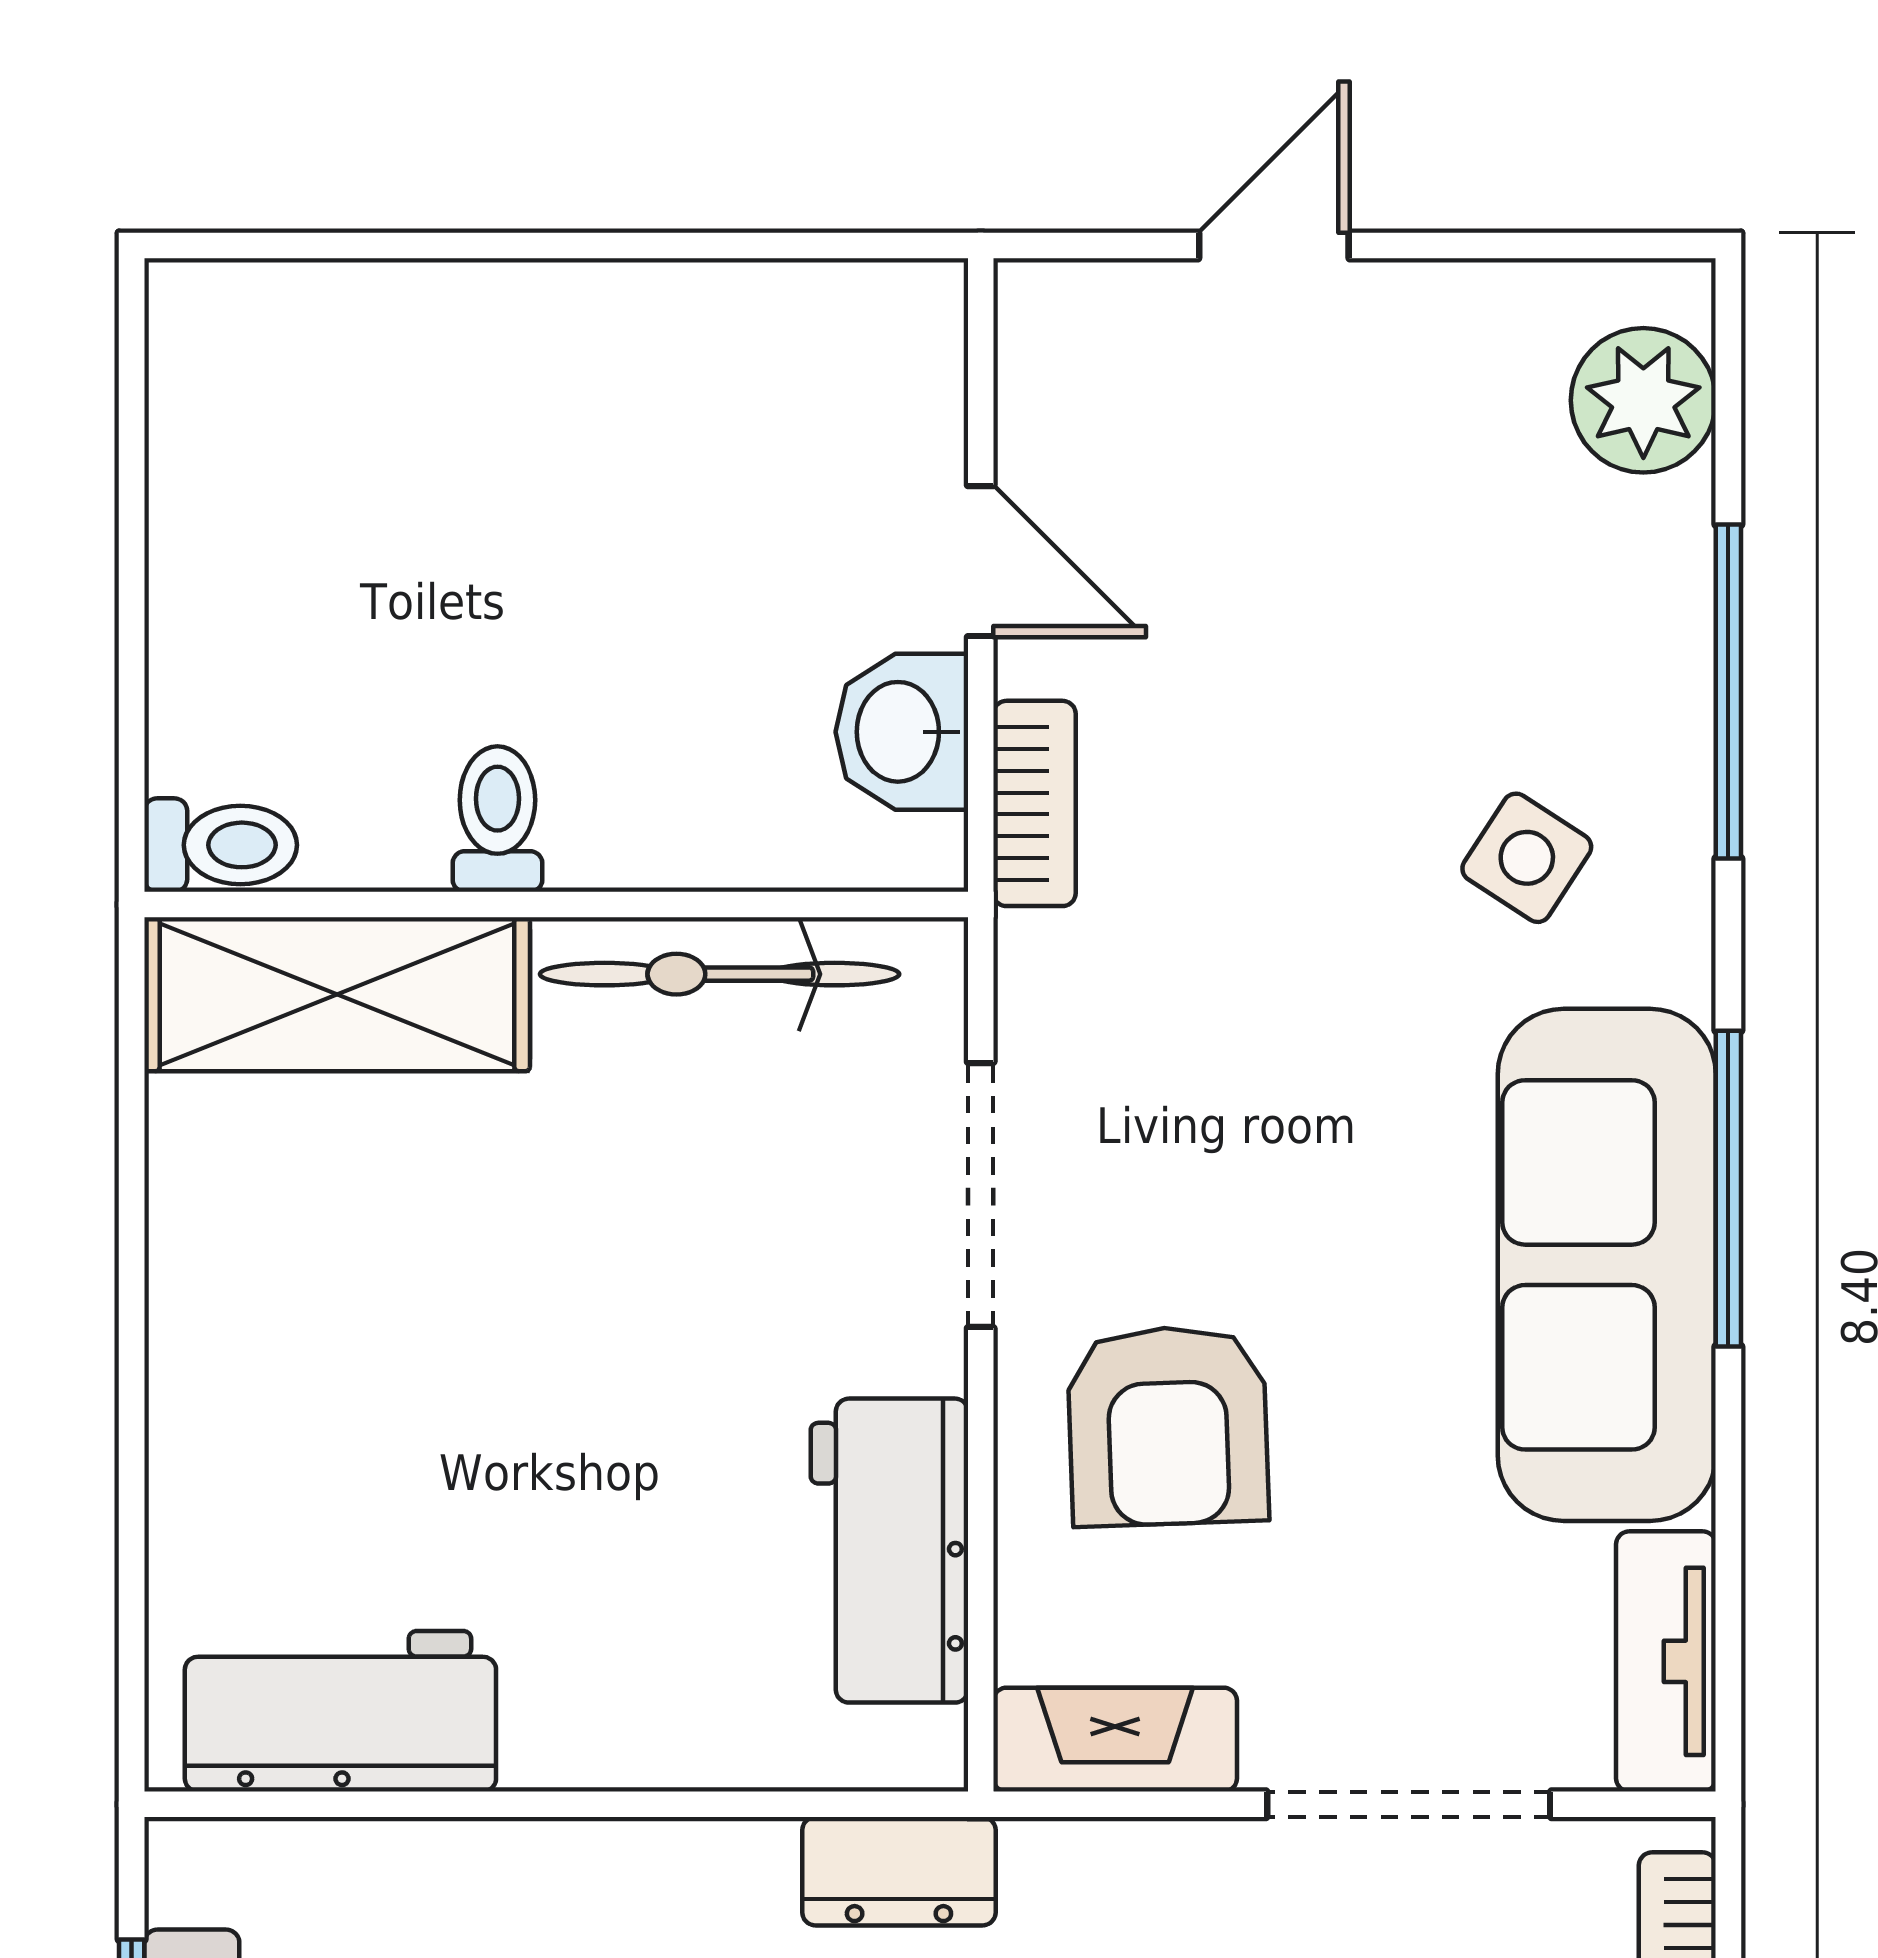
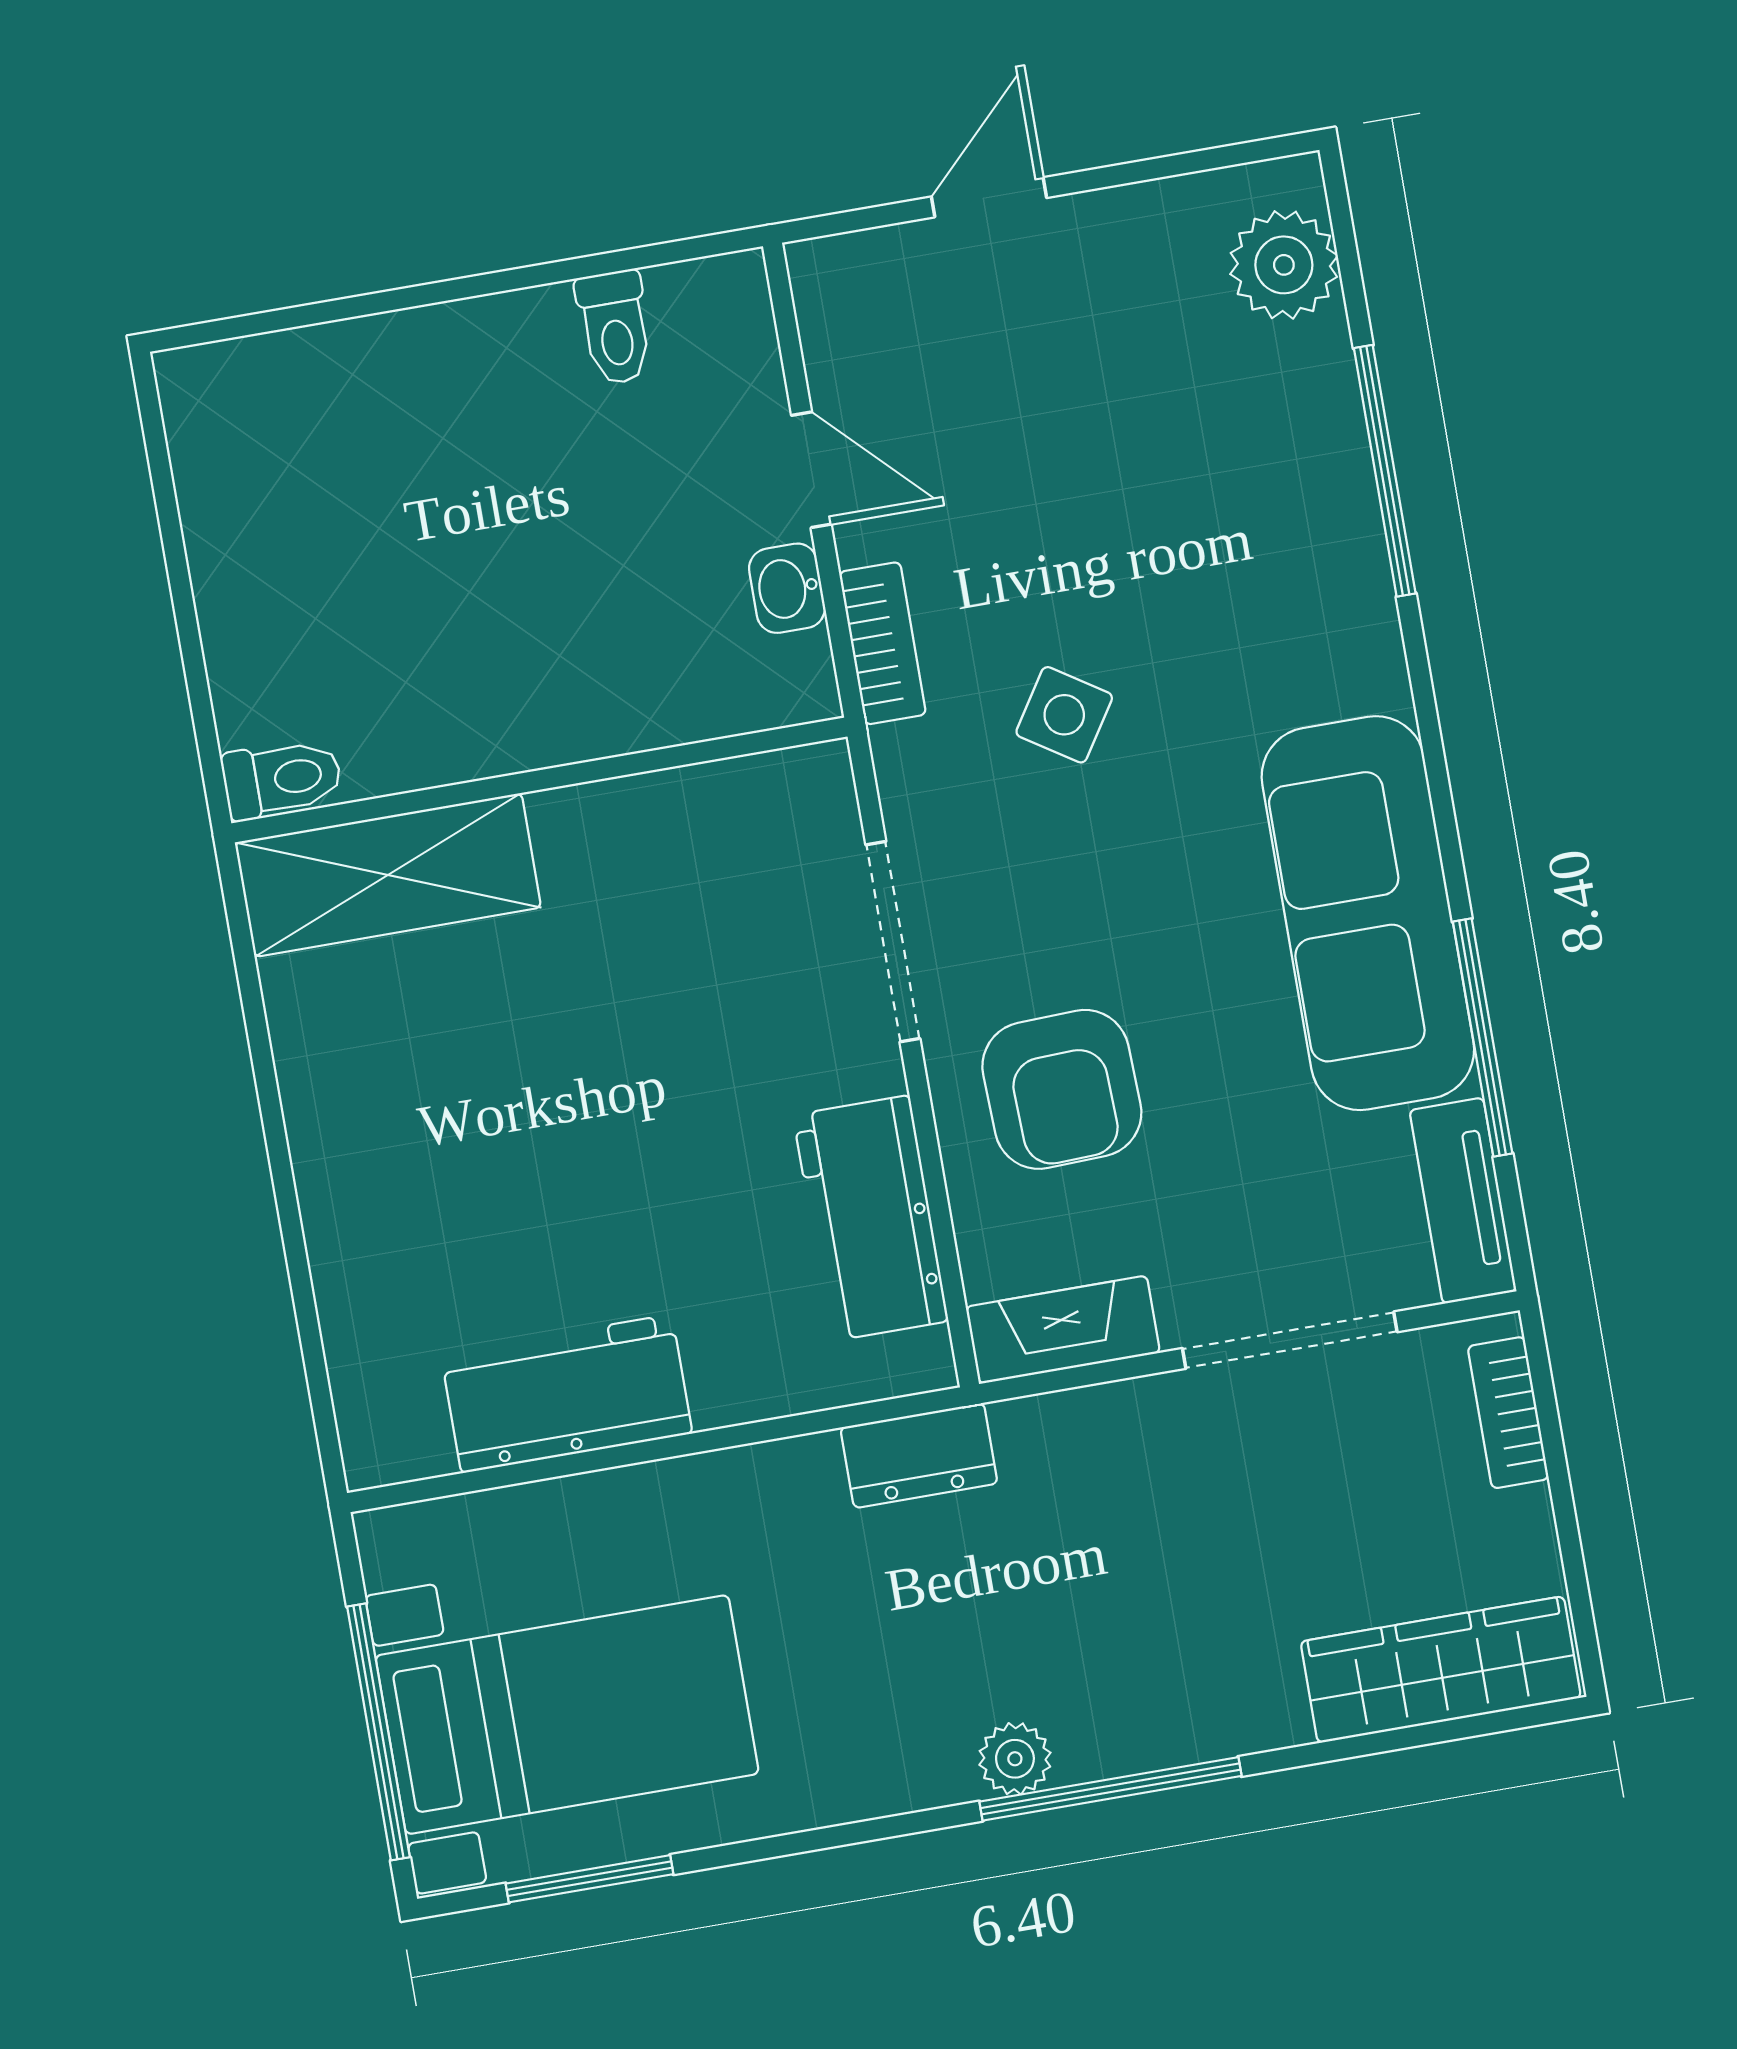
washbasin: (902, 732) -> (787, 588), width x0.72, depth x0.69
toilet: (497, 819) -> (615, 327), moved, turned 180
side table: (1527, 858) -> (1064, 715), moved
bicycle: (720, 974) -> (670, 811), removed
window: (1728, 1189) -> (1483, 1037), moved
workbench: (340, 1711) -> (567, 1394), moved

